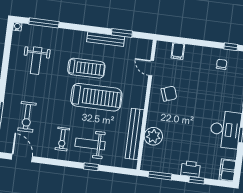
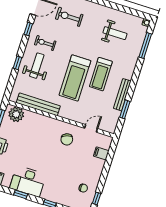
weight bench: (36, 61) -> (115, 33), turned 180
plant: (153, 136) -> (16, 114), moved
window: (50, 161) -> (28, 29), added

